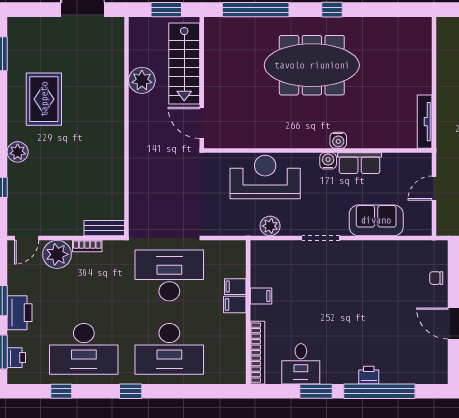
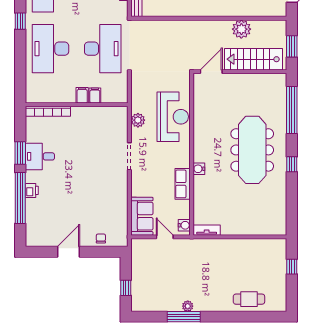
tv unit: (425, 122) -> (207, 230), width x0.71
water cooler: (328, 161) -> (184, 225), moved
sofa: (376, 220) -> (142, 216), moved
filing cabinet: (261, 296) -> (88, 114), removed
desk: (301, 364) -> (40, 156), moved

